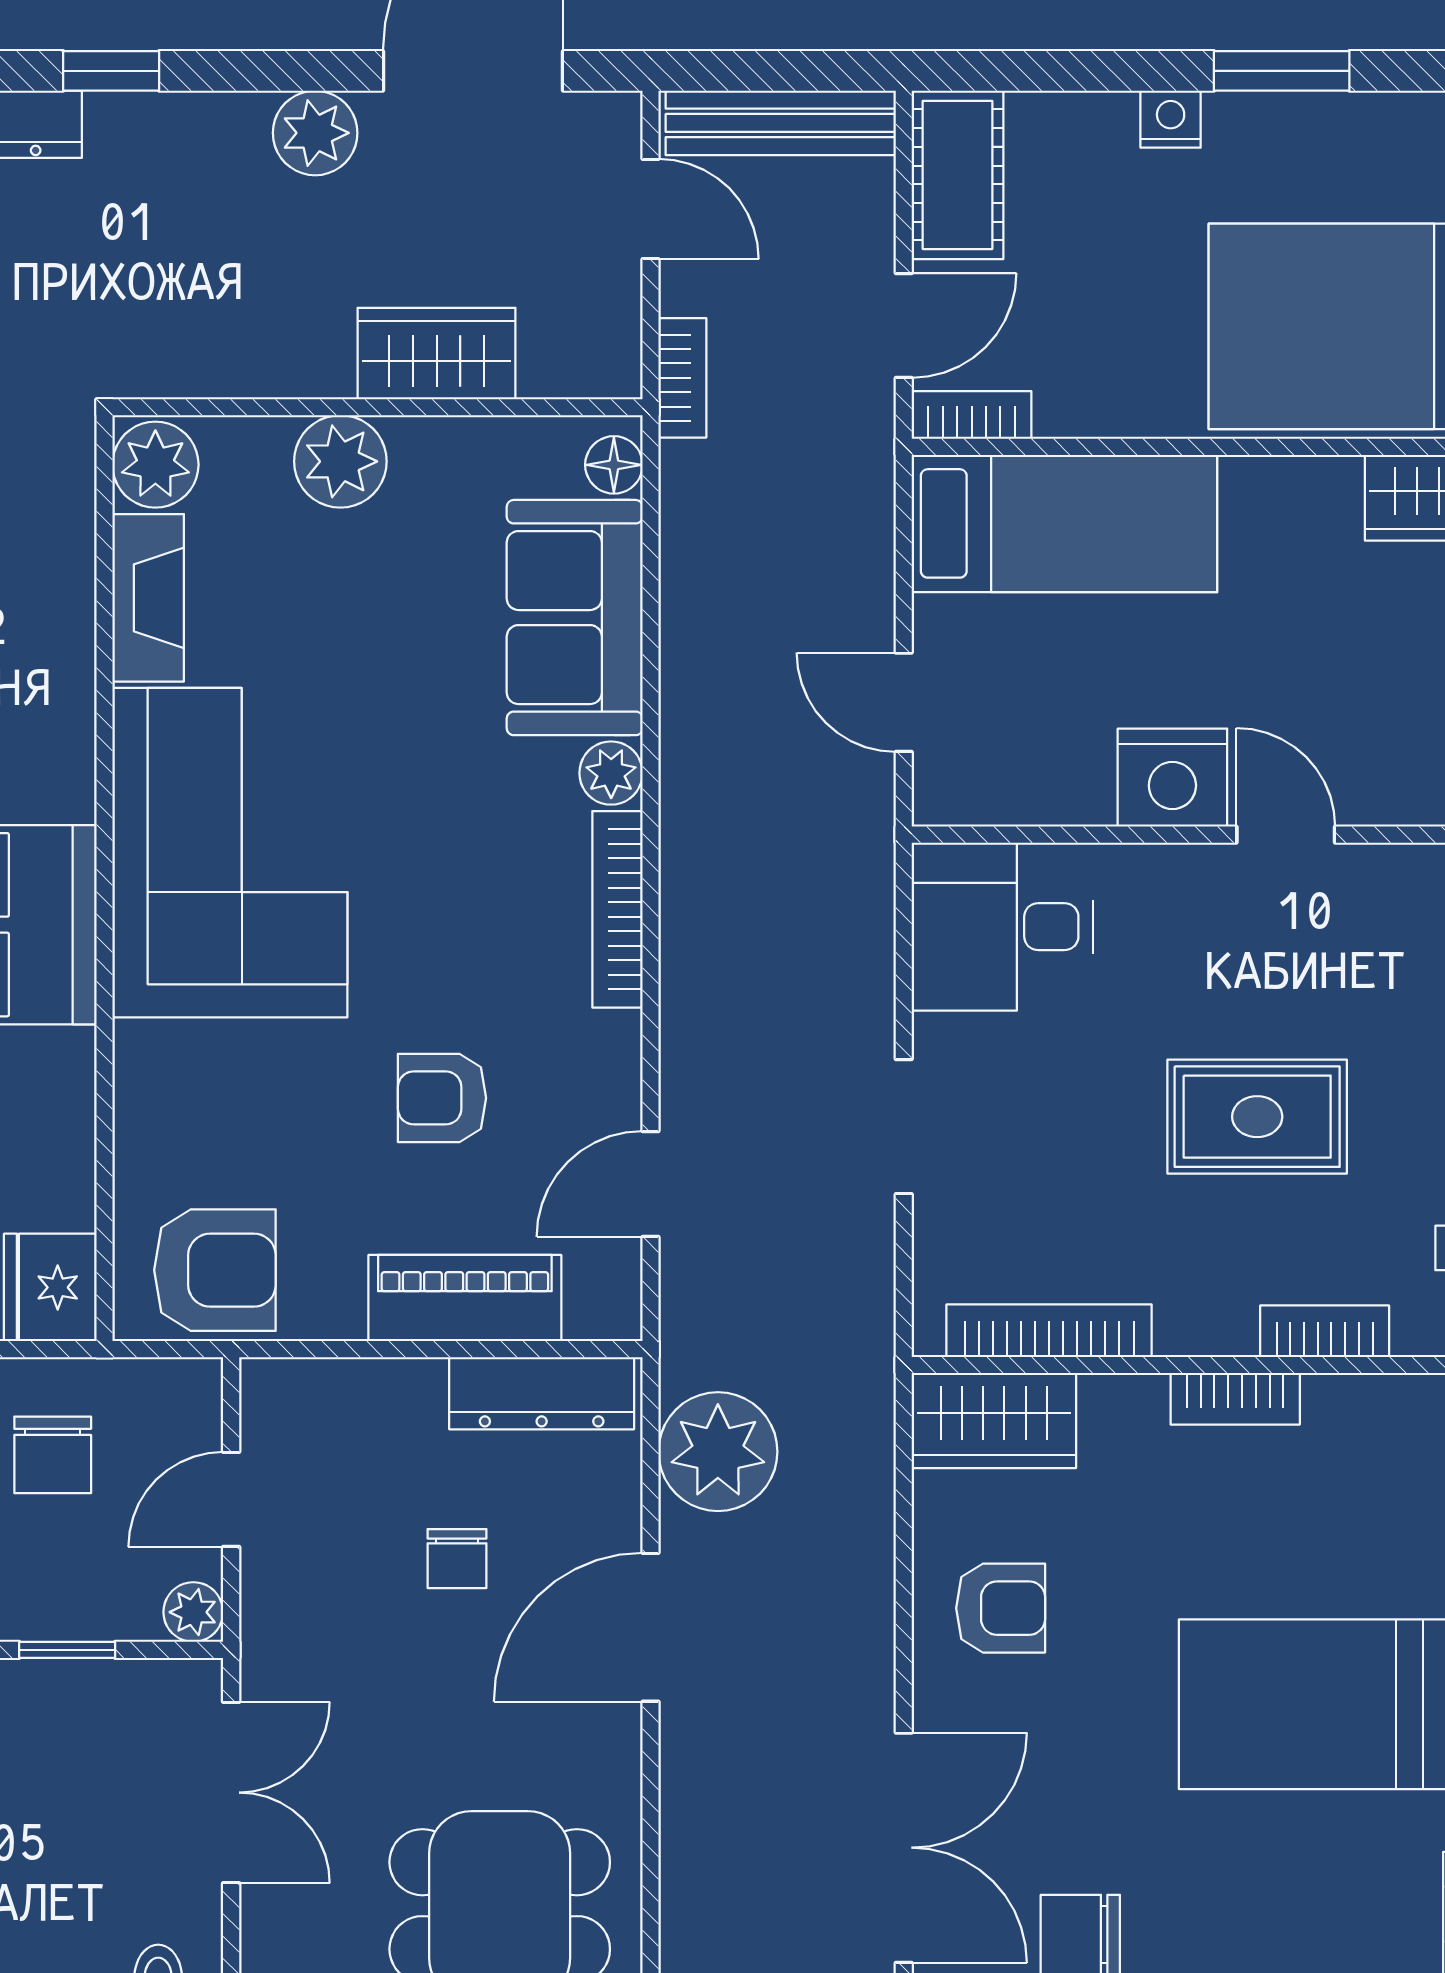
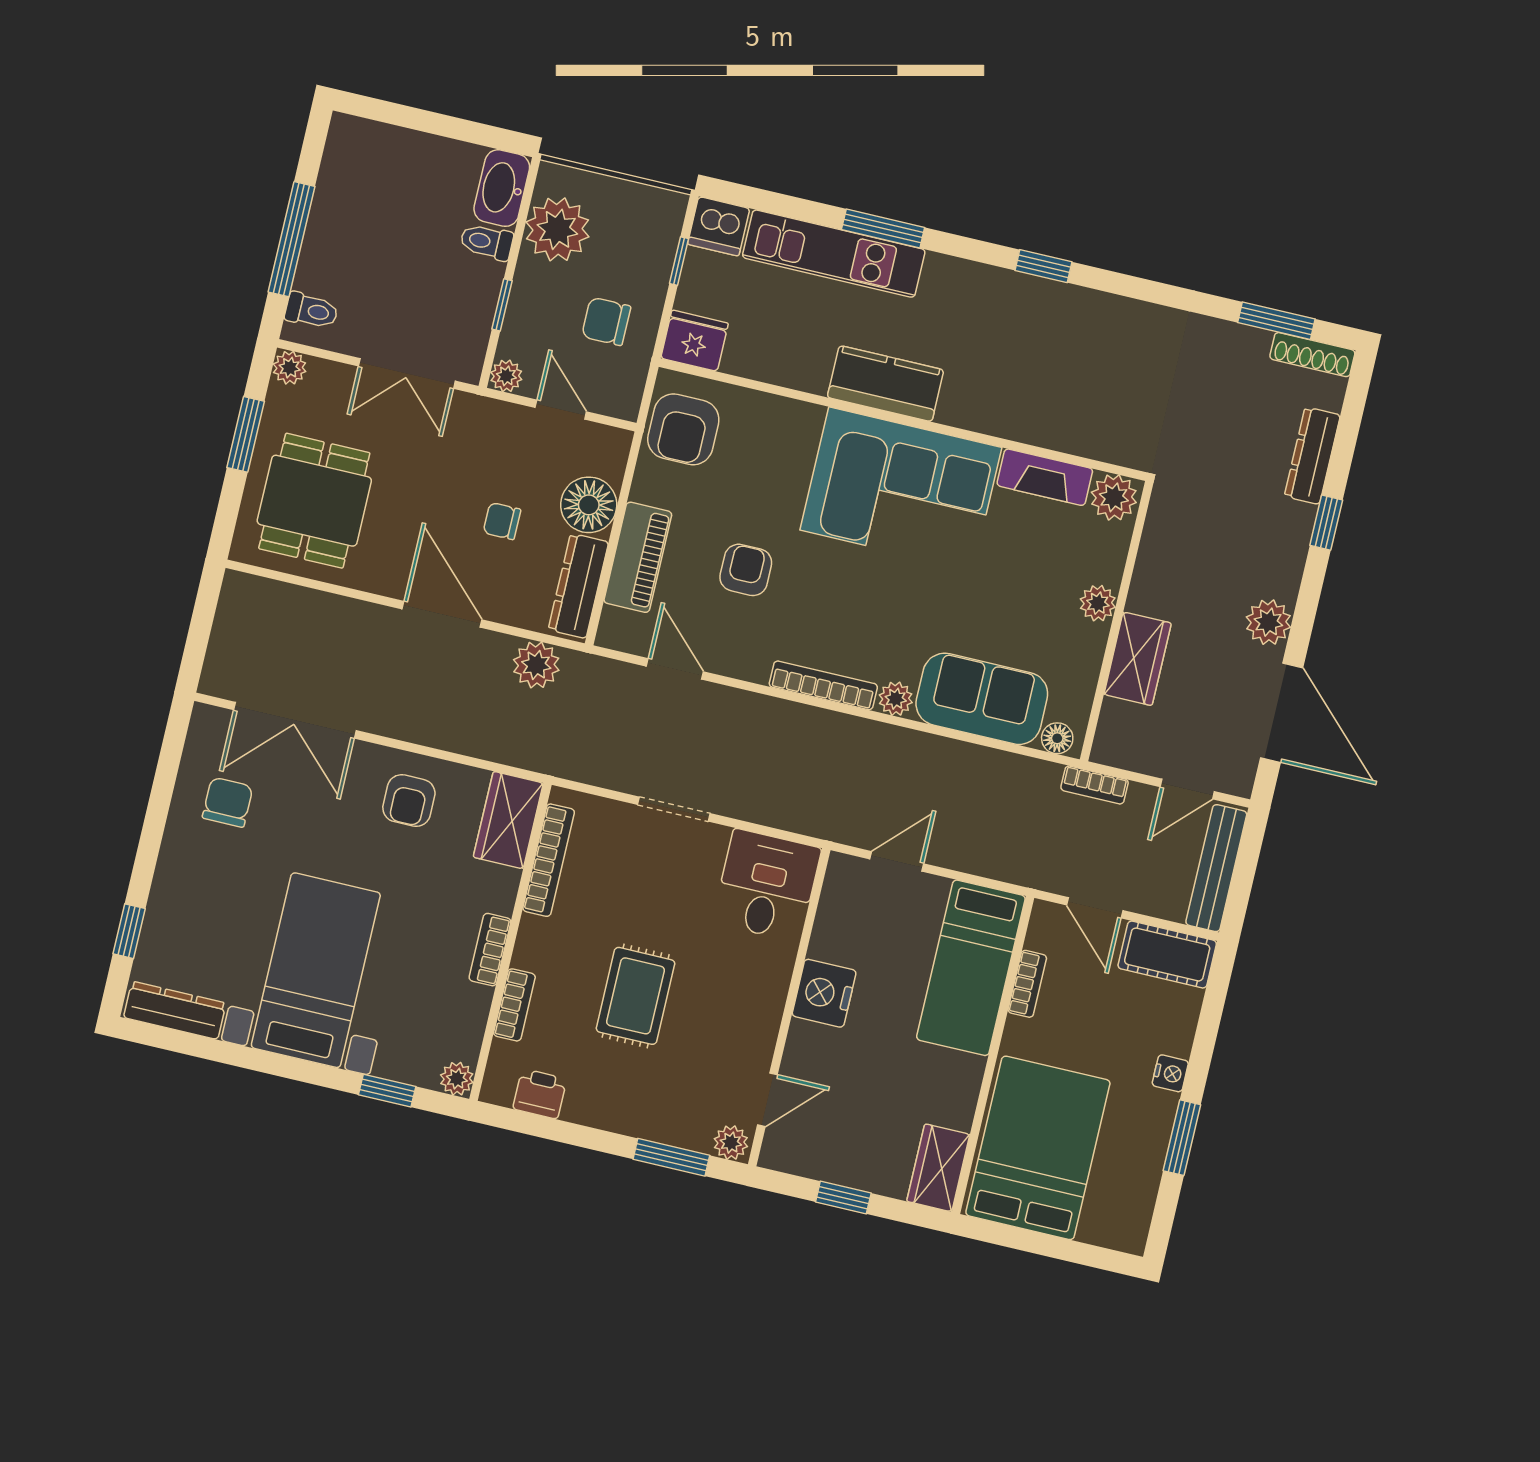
bookcase: (972, 415) -> (1027, 984), moved
plant: (340, 461) -> (1098, 603), width x0.73, depth x0.73
door: (1286, 835) -> (767, 1100), moved
floor lamp: (391, 1409) -> (589, 505), added
plant: (718, 1452) -> (536, 665), width x0.73, depth x0.73

